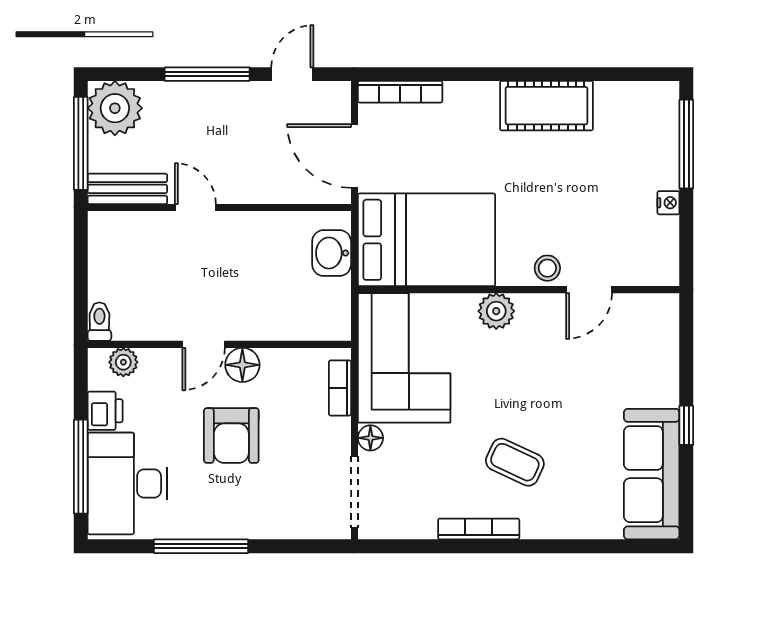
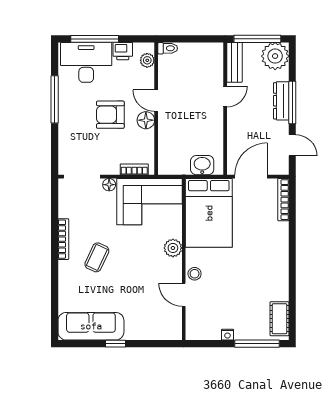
dresser: (204, 96) -> (281, 101), added
cot: (546, 106) -> (279, 319), moved, width x0.73, depth x0.75

